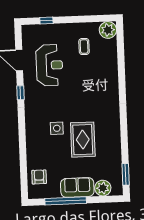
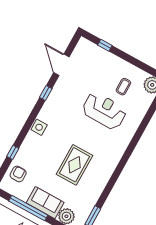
reception desk: (49, 65) -> (104, 111), moved, turned -90
side table: (57, 128) -> (39, 127), moved
window: (23, 161) -> (13, 152), added

